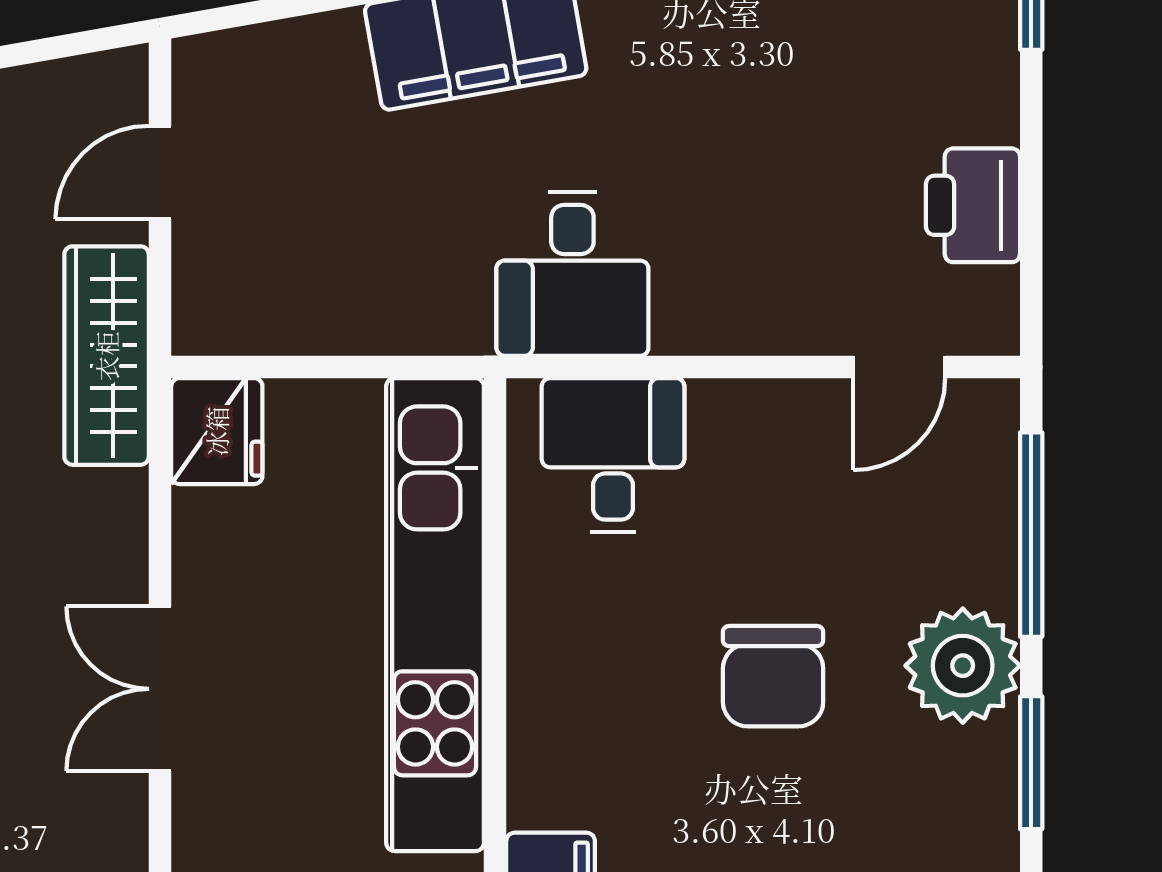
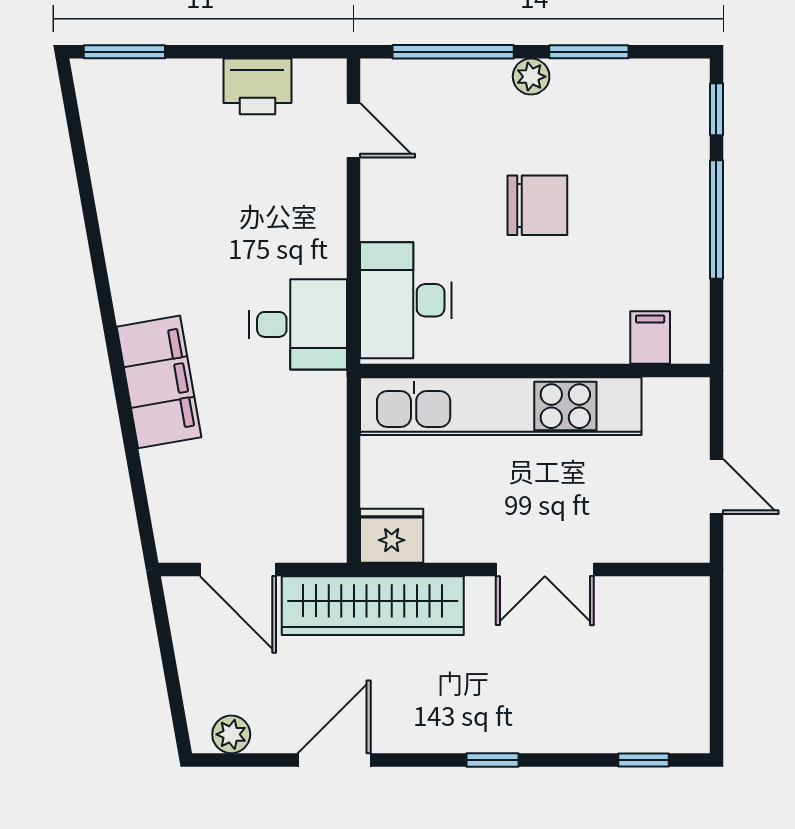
door: (160, 172) -> (238, 570), width x1.38
wardrobe: (107, 356) -> (373, 606), width x1.40, depth x1.17
desk: (613, 455) -> (406, 300), width x1.37
plant: (963, 666) -> (531, 77), width x0.53, depth x0.53

